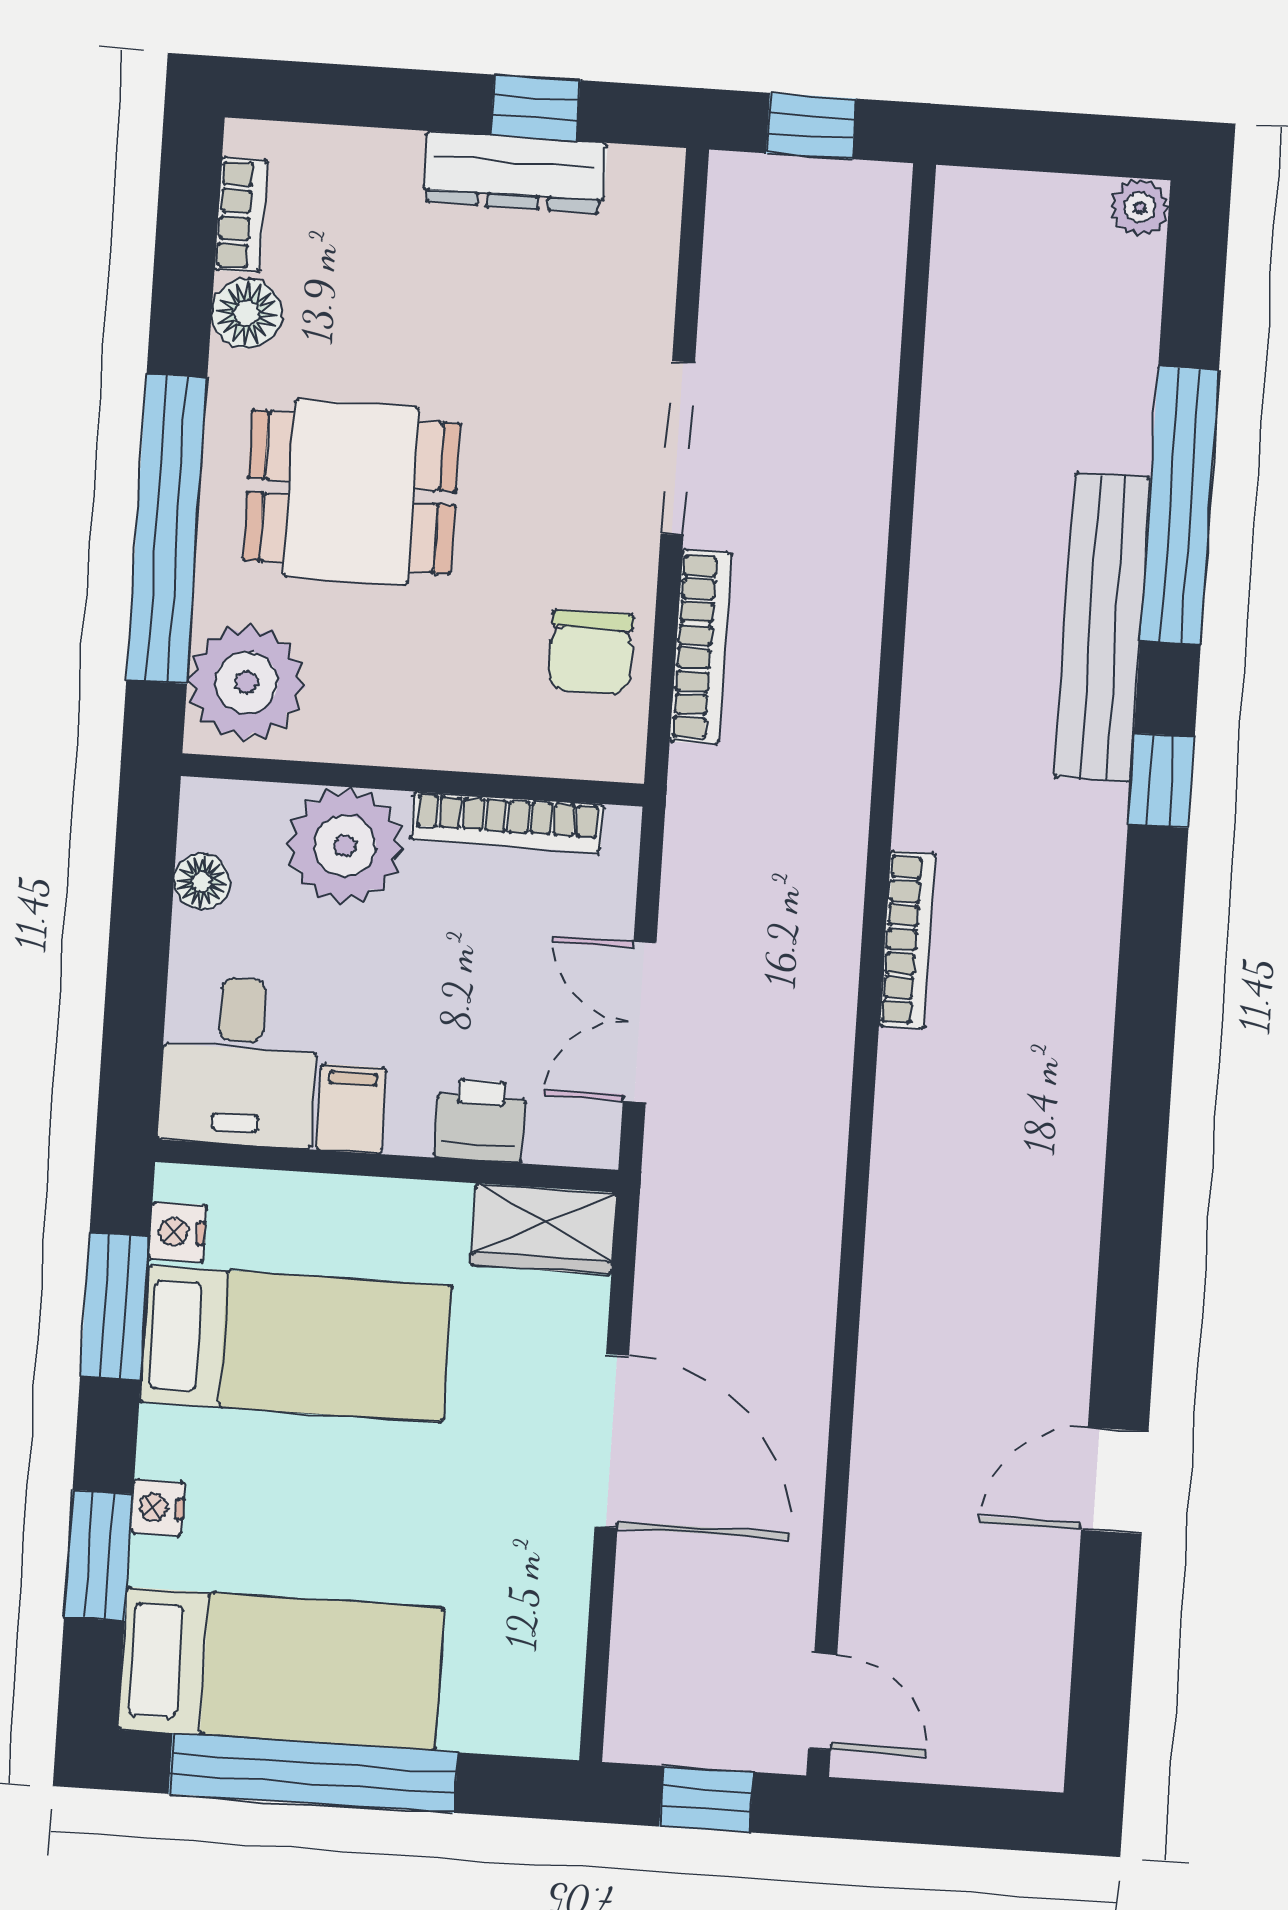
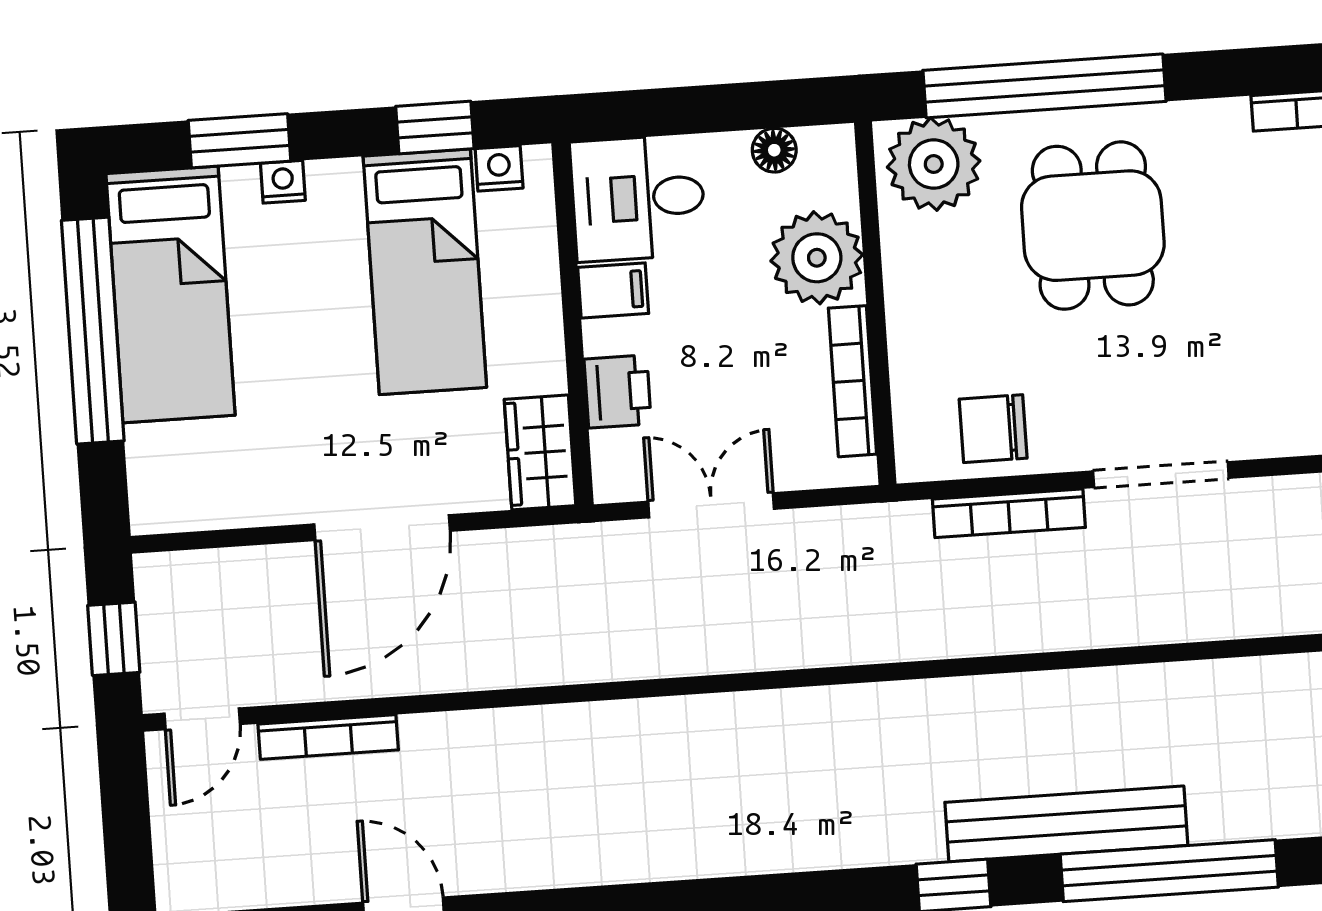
floor lamp: (247, 313) -> (1221, 125), removed
bookcase: (907, 940) -> (328, 737), moved
window: (115, 1306) -> (435, 127), width x0.67

